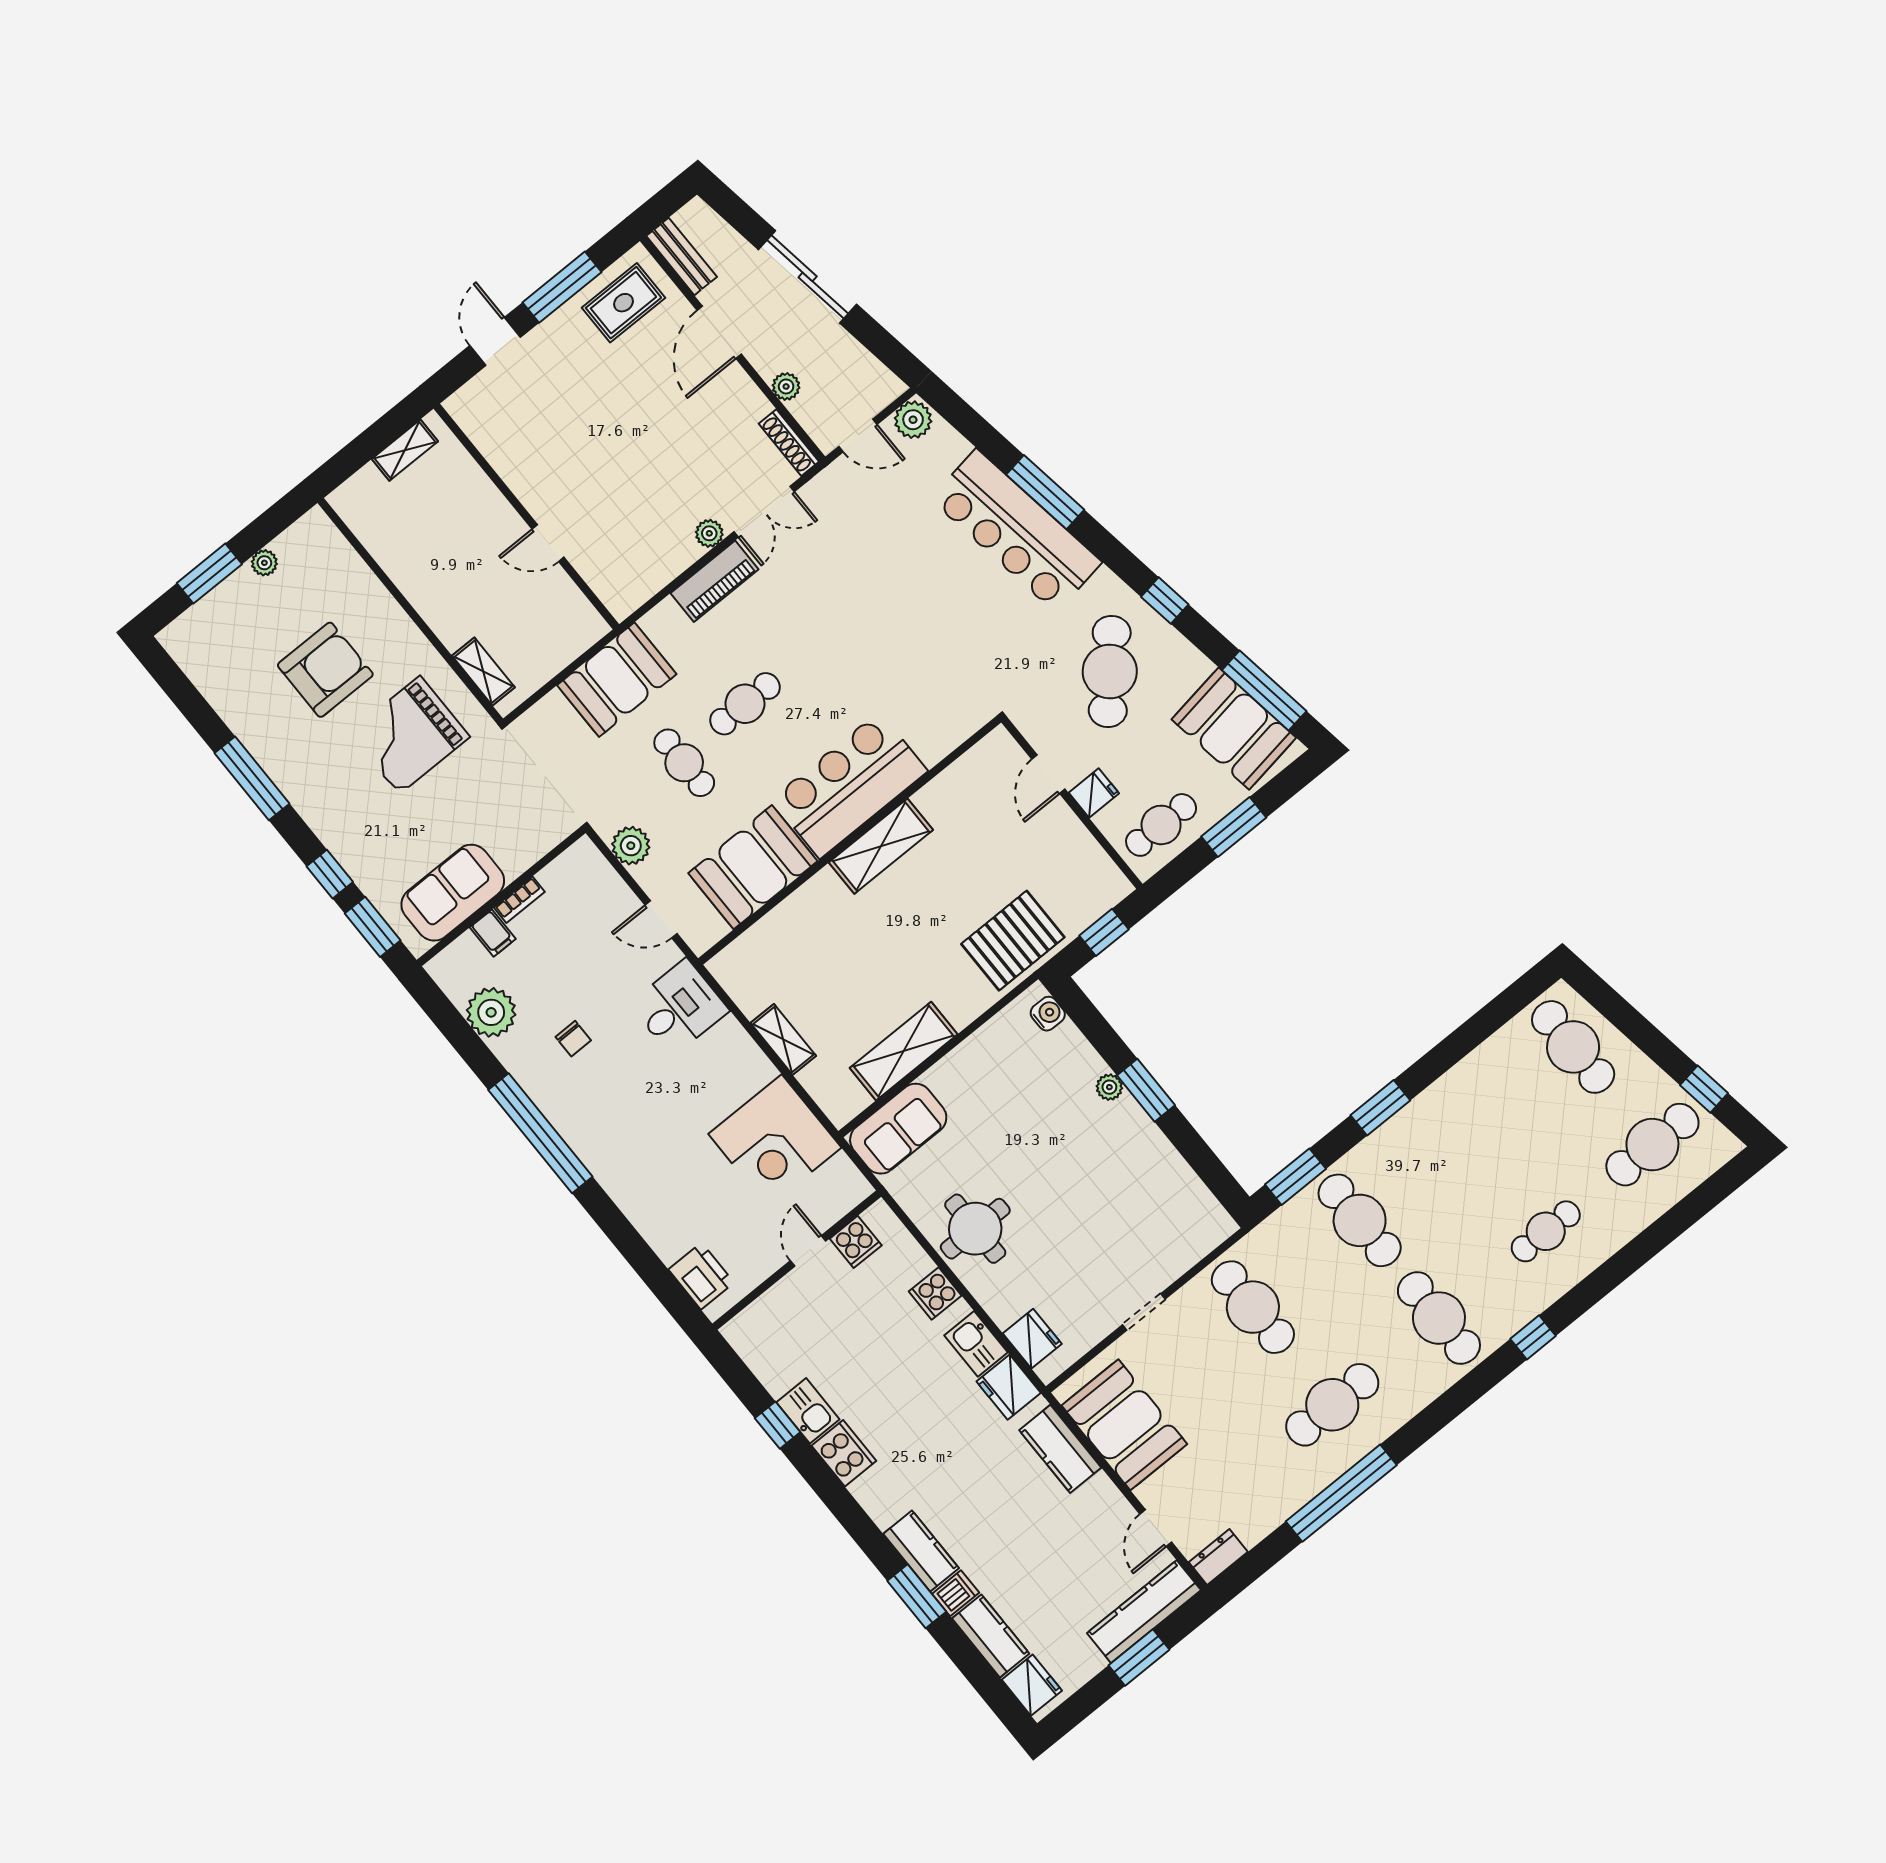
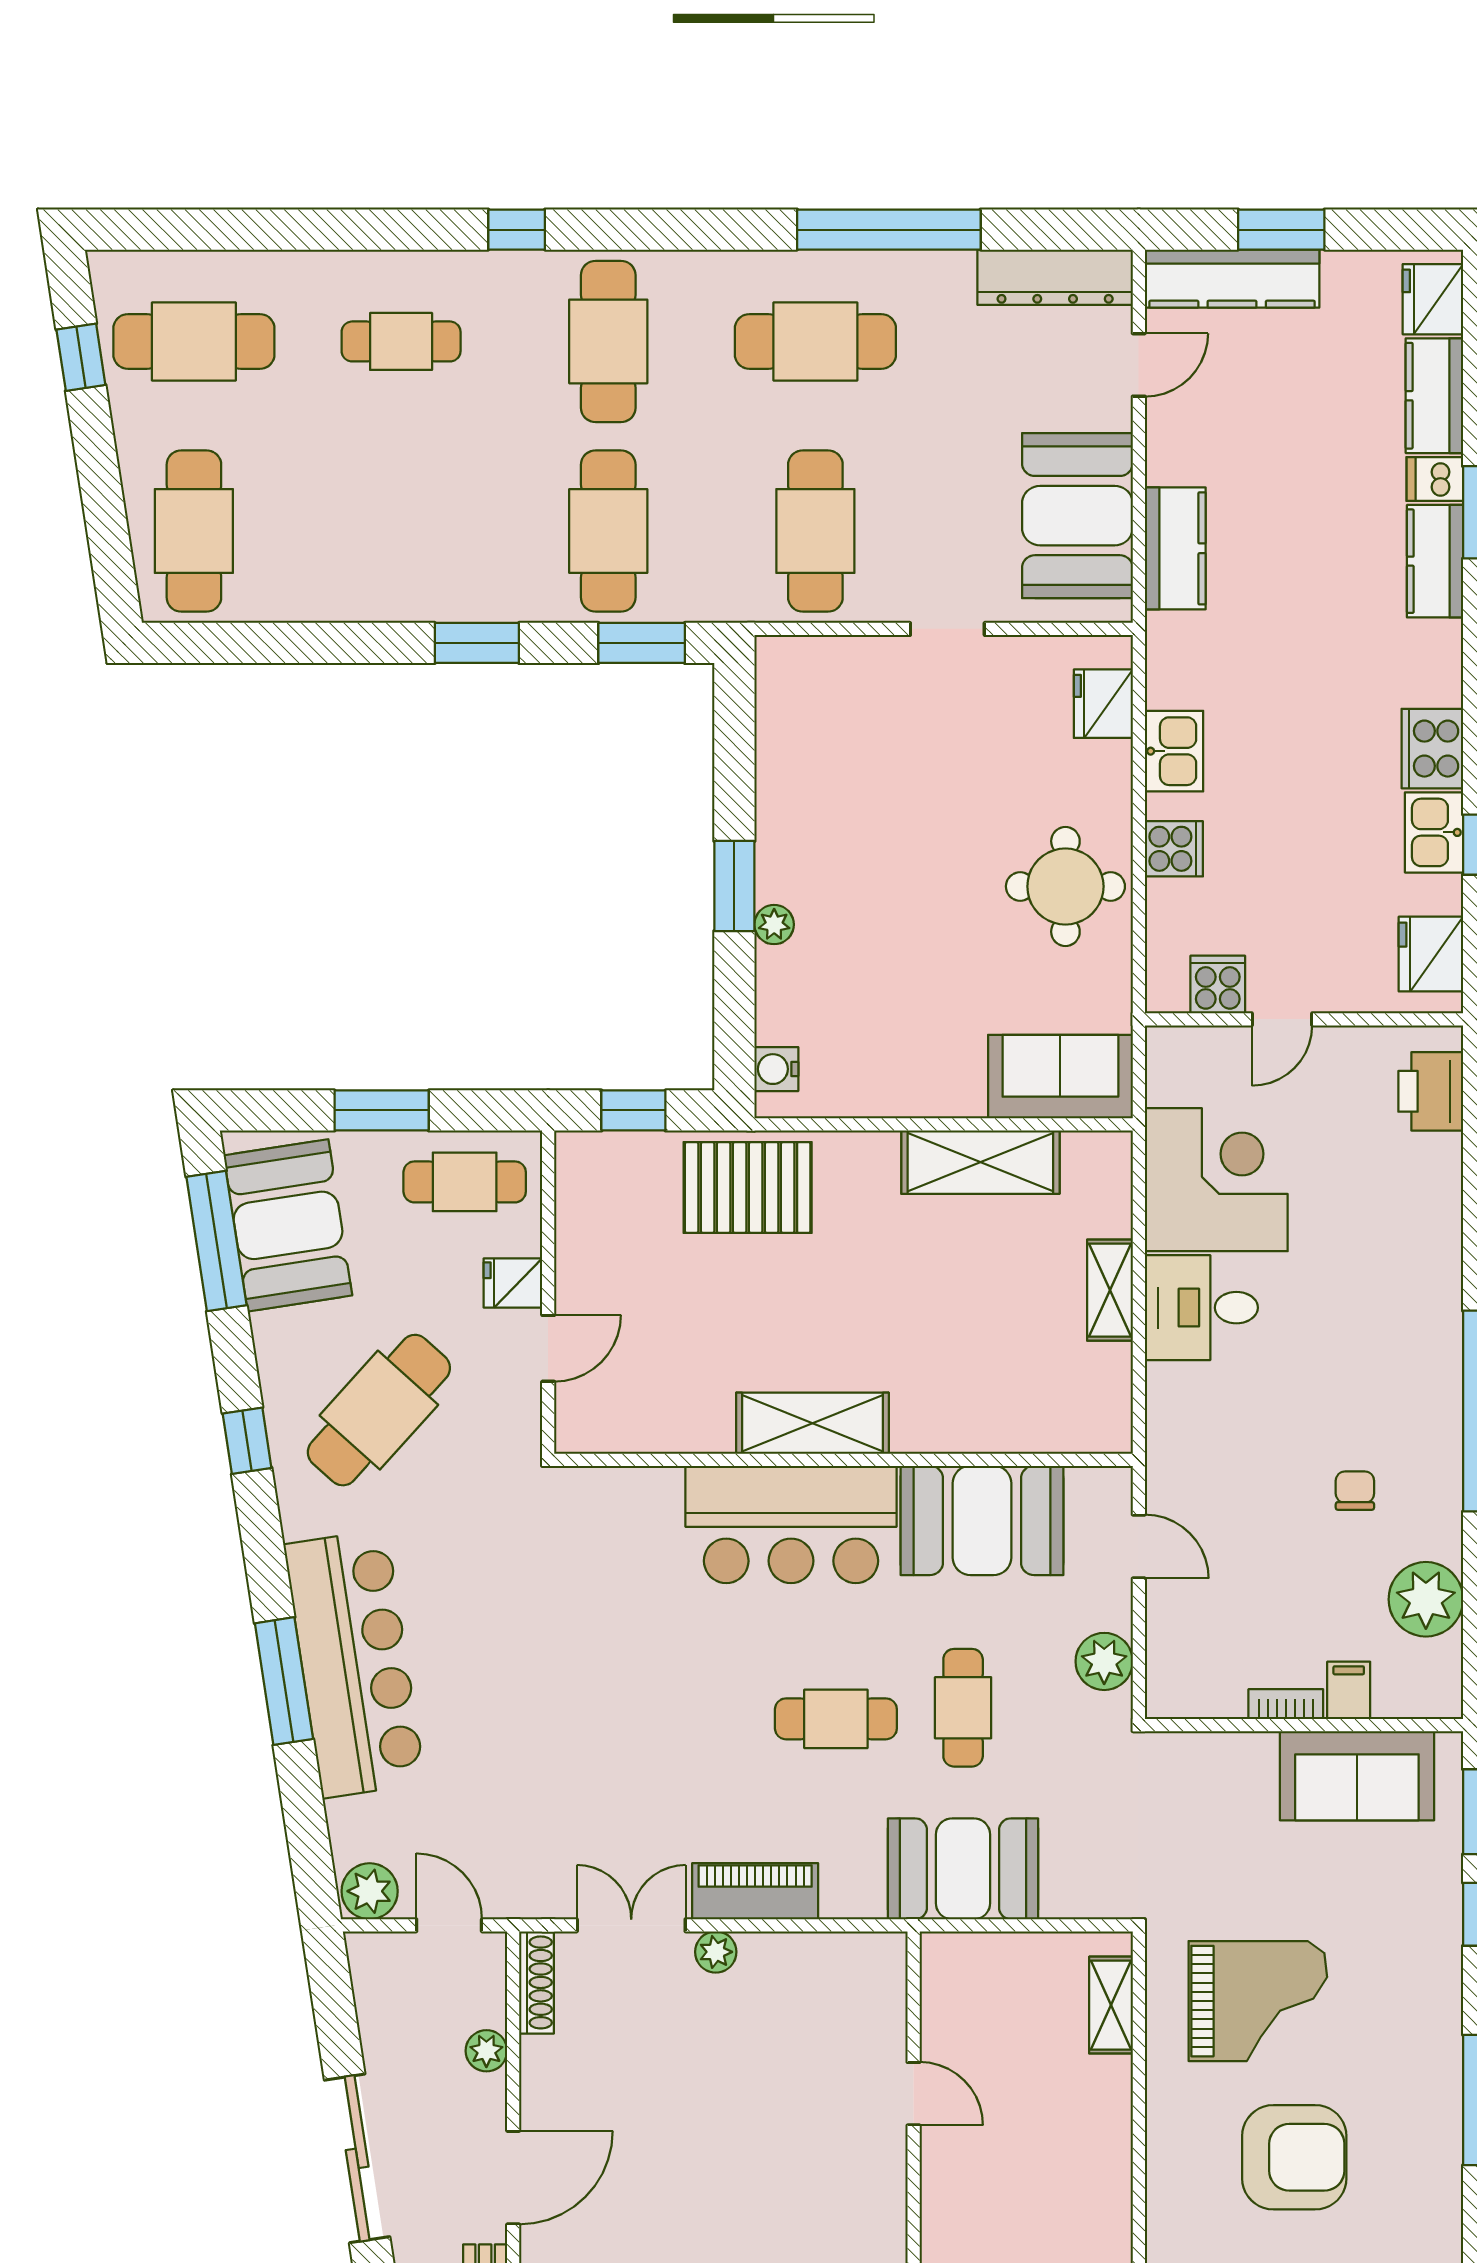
armchair: (325, 670) -> (1294, 2157), turned 180
desk: (679, 1007) -> (1201, 1308), moved
fridge: (1009, 1387) -> (1431, 954), moved, turned 180
dresser: (1218, 1557) -> (1055, 277), width x1.96, depth x1.24

